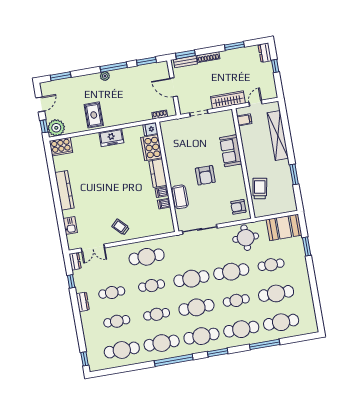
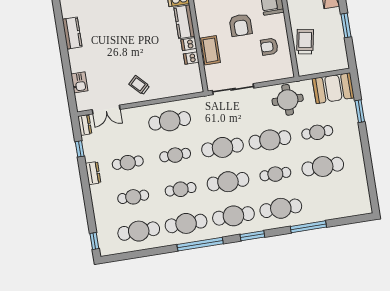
kitchen counter: (64, 190) -> (72, 33), width x0.67
armchair: (238, 207) -> (269, 47), moved
cafe table: (281, 322) -> (328, 201), removed

